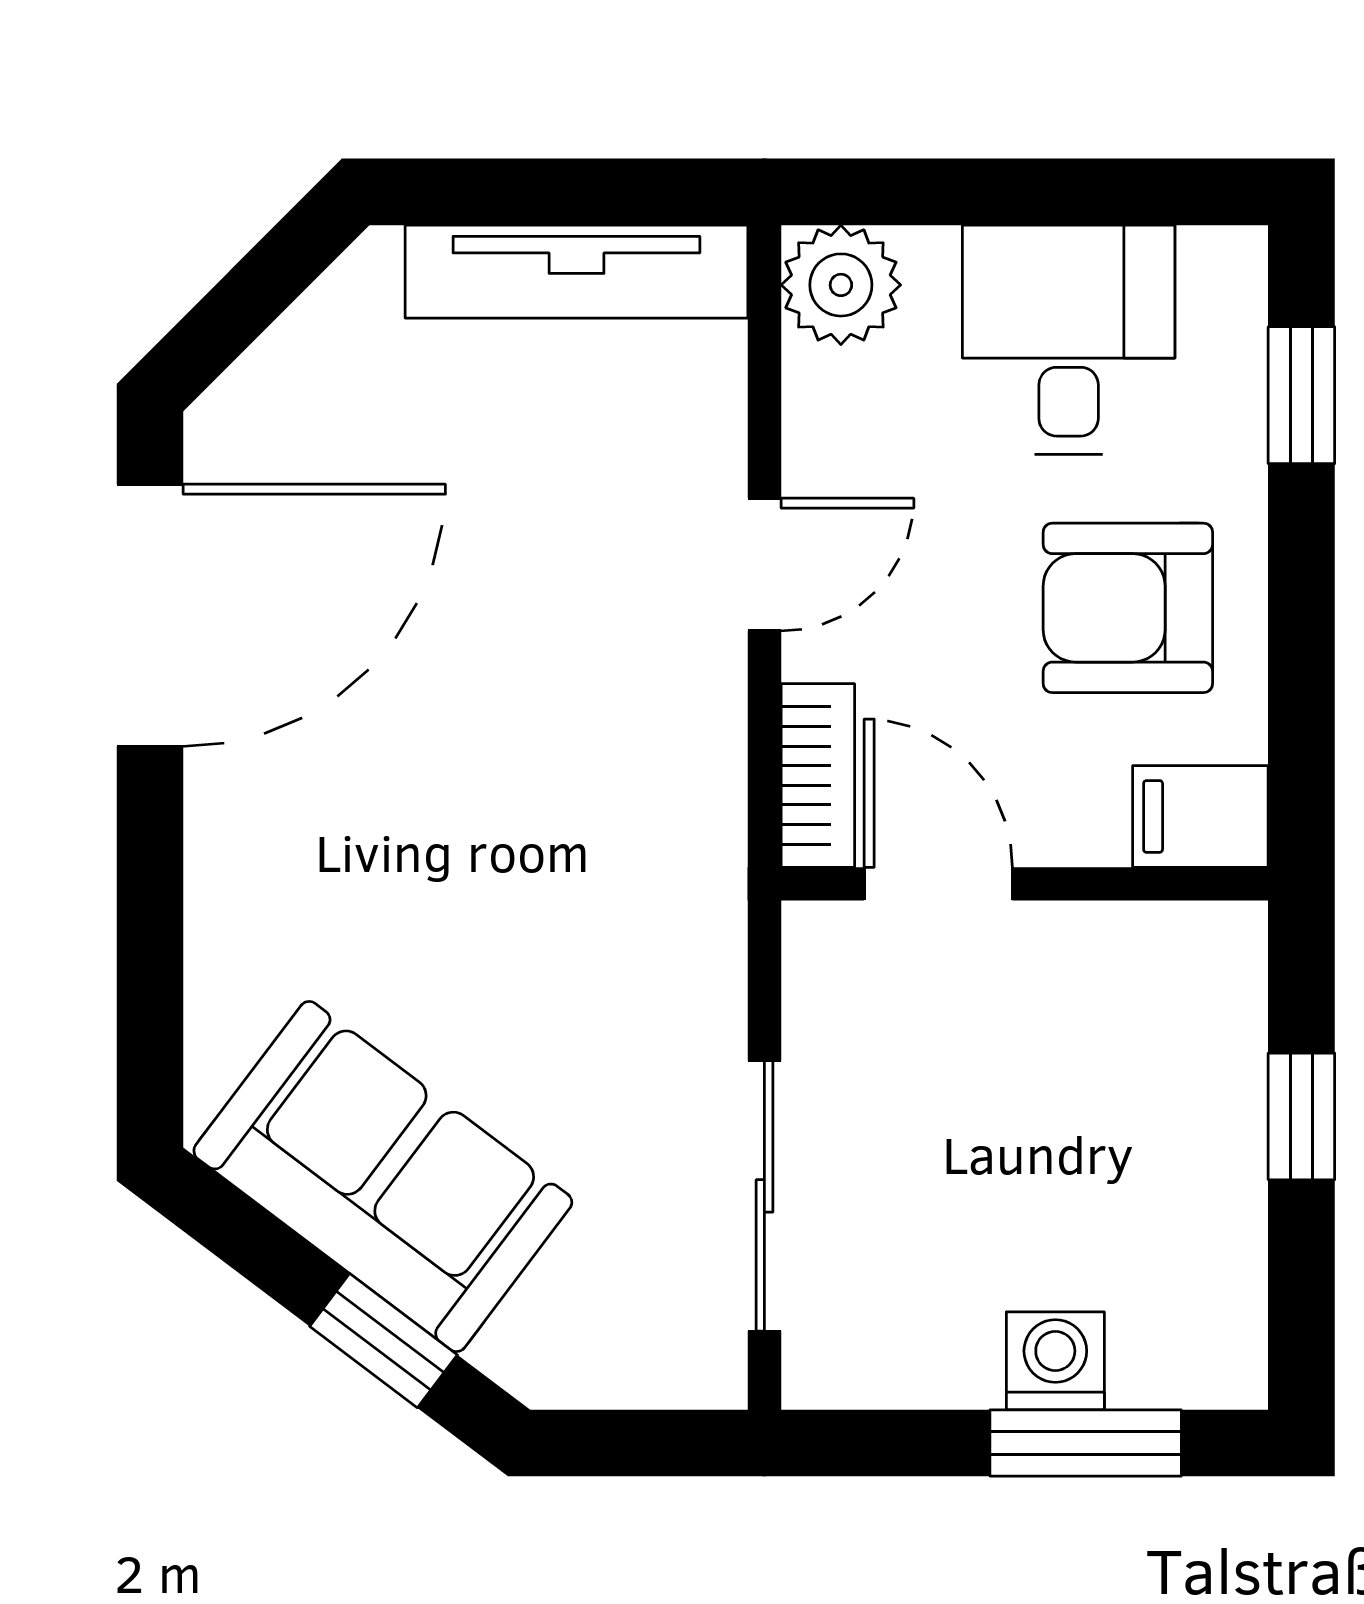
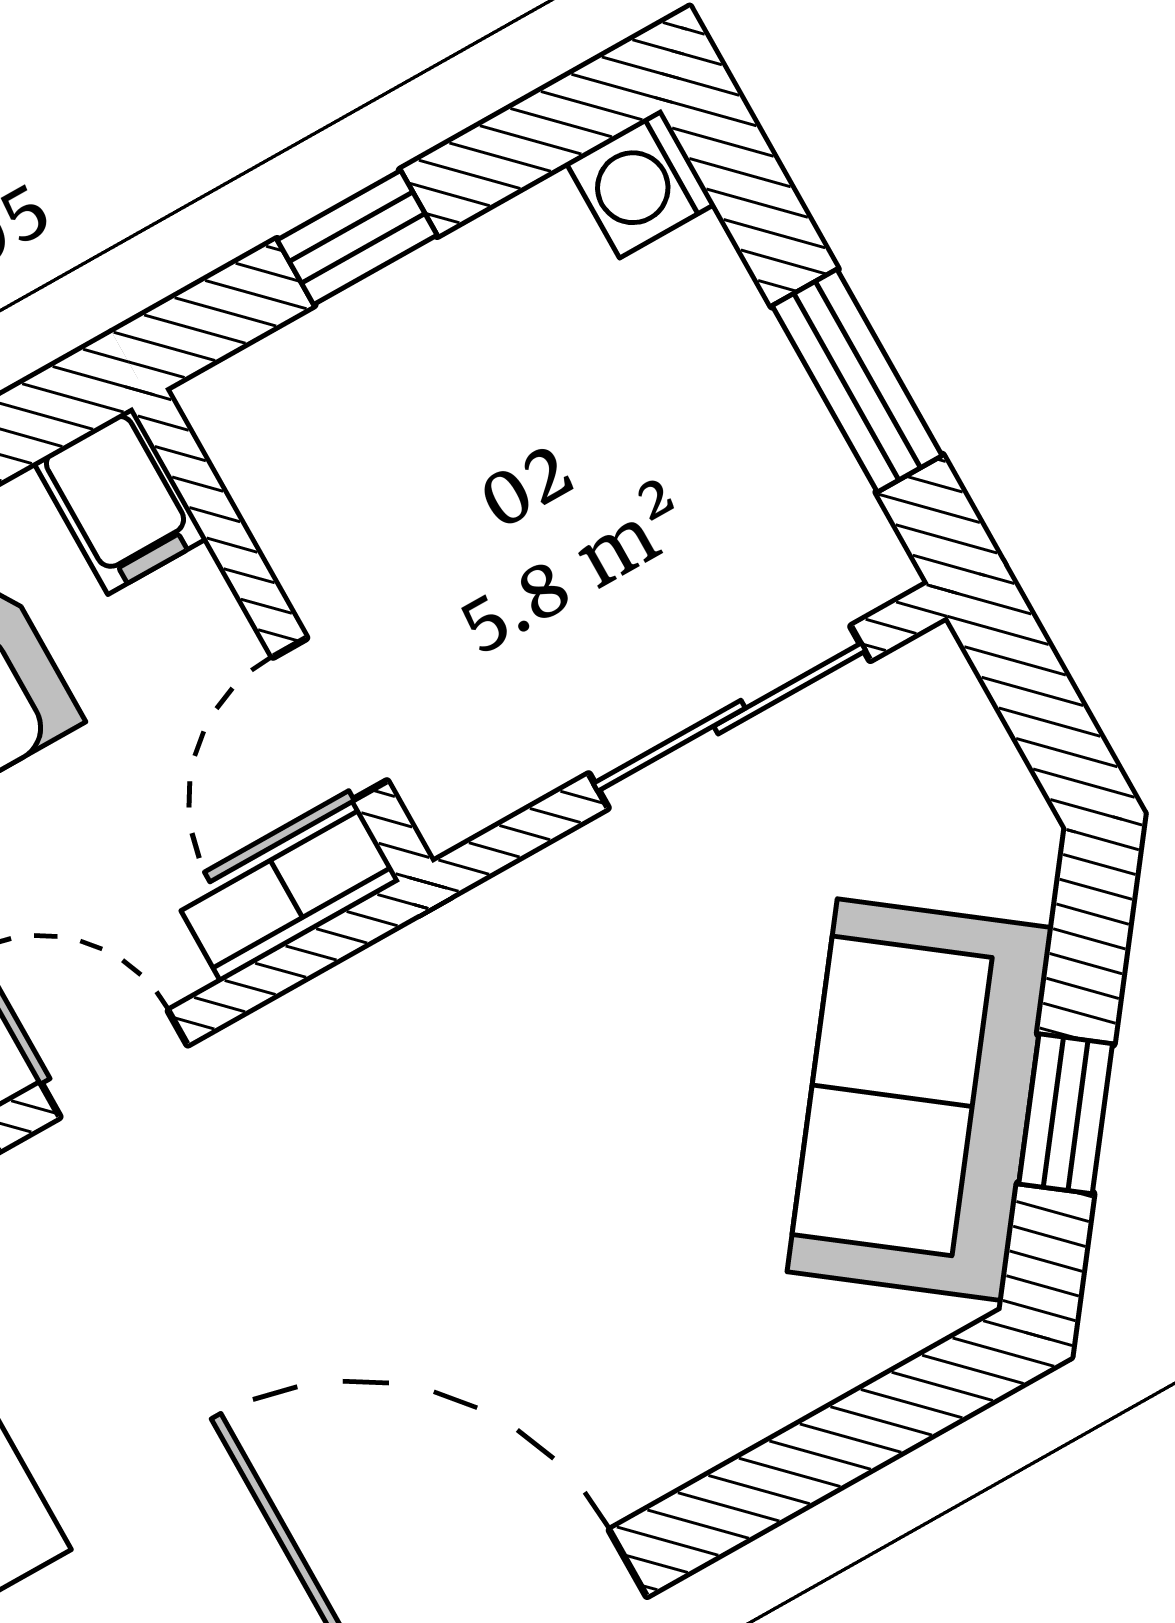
window: (384, 1341) -> (1066, 1114), moved
washing machine: (1055, 1361) -> (640, 183), moved
window: (1086, 1443) -> (857, 381), moved

